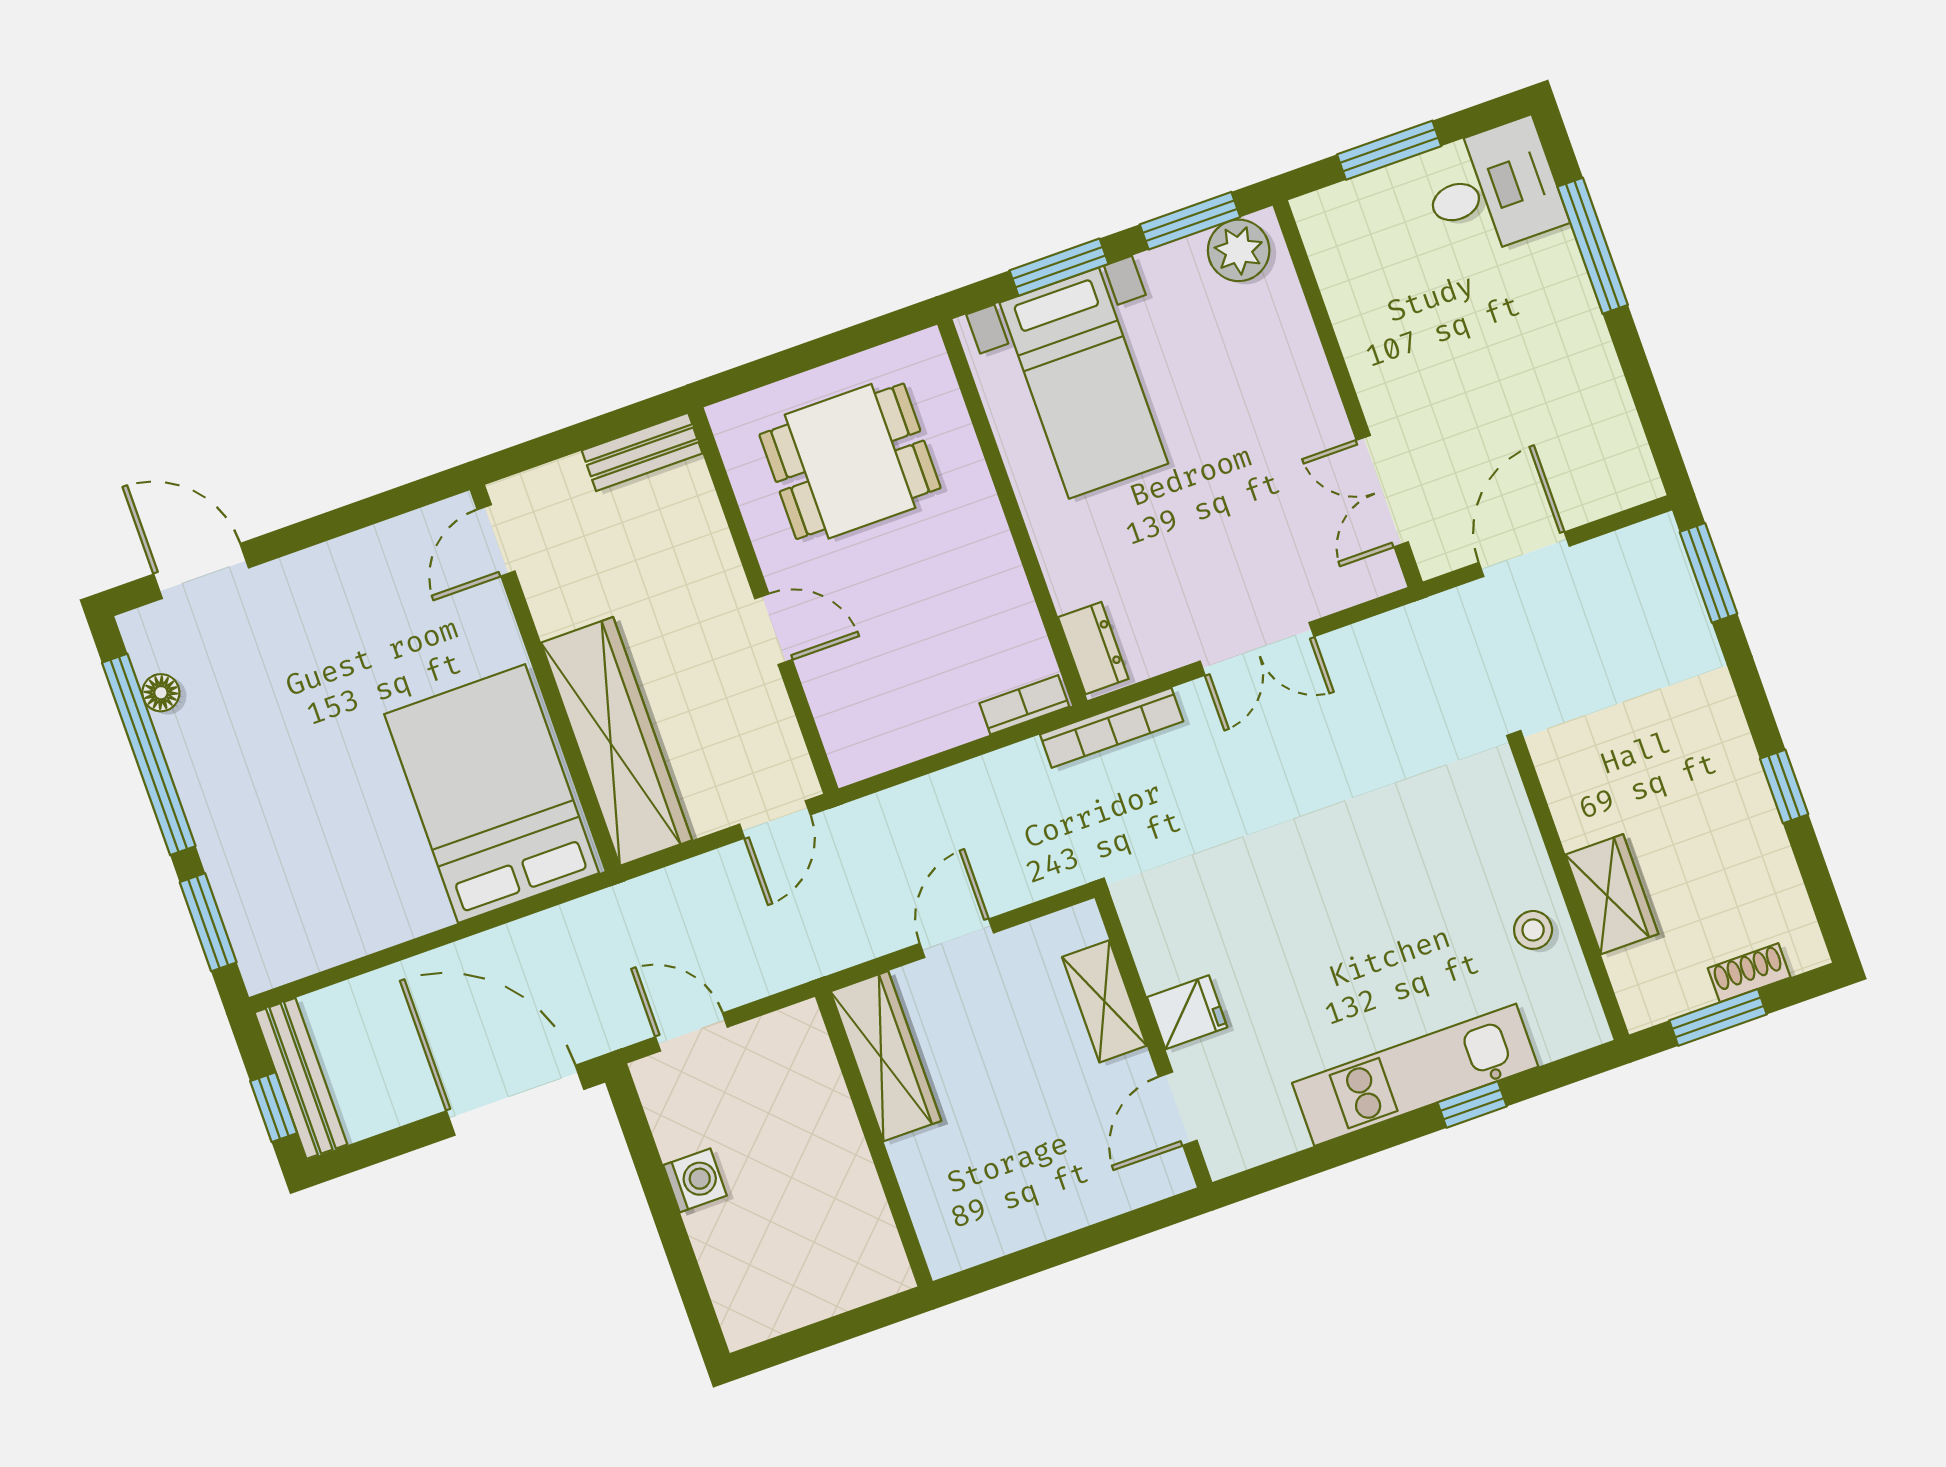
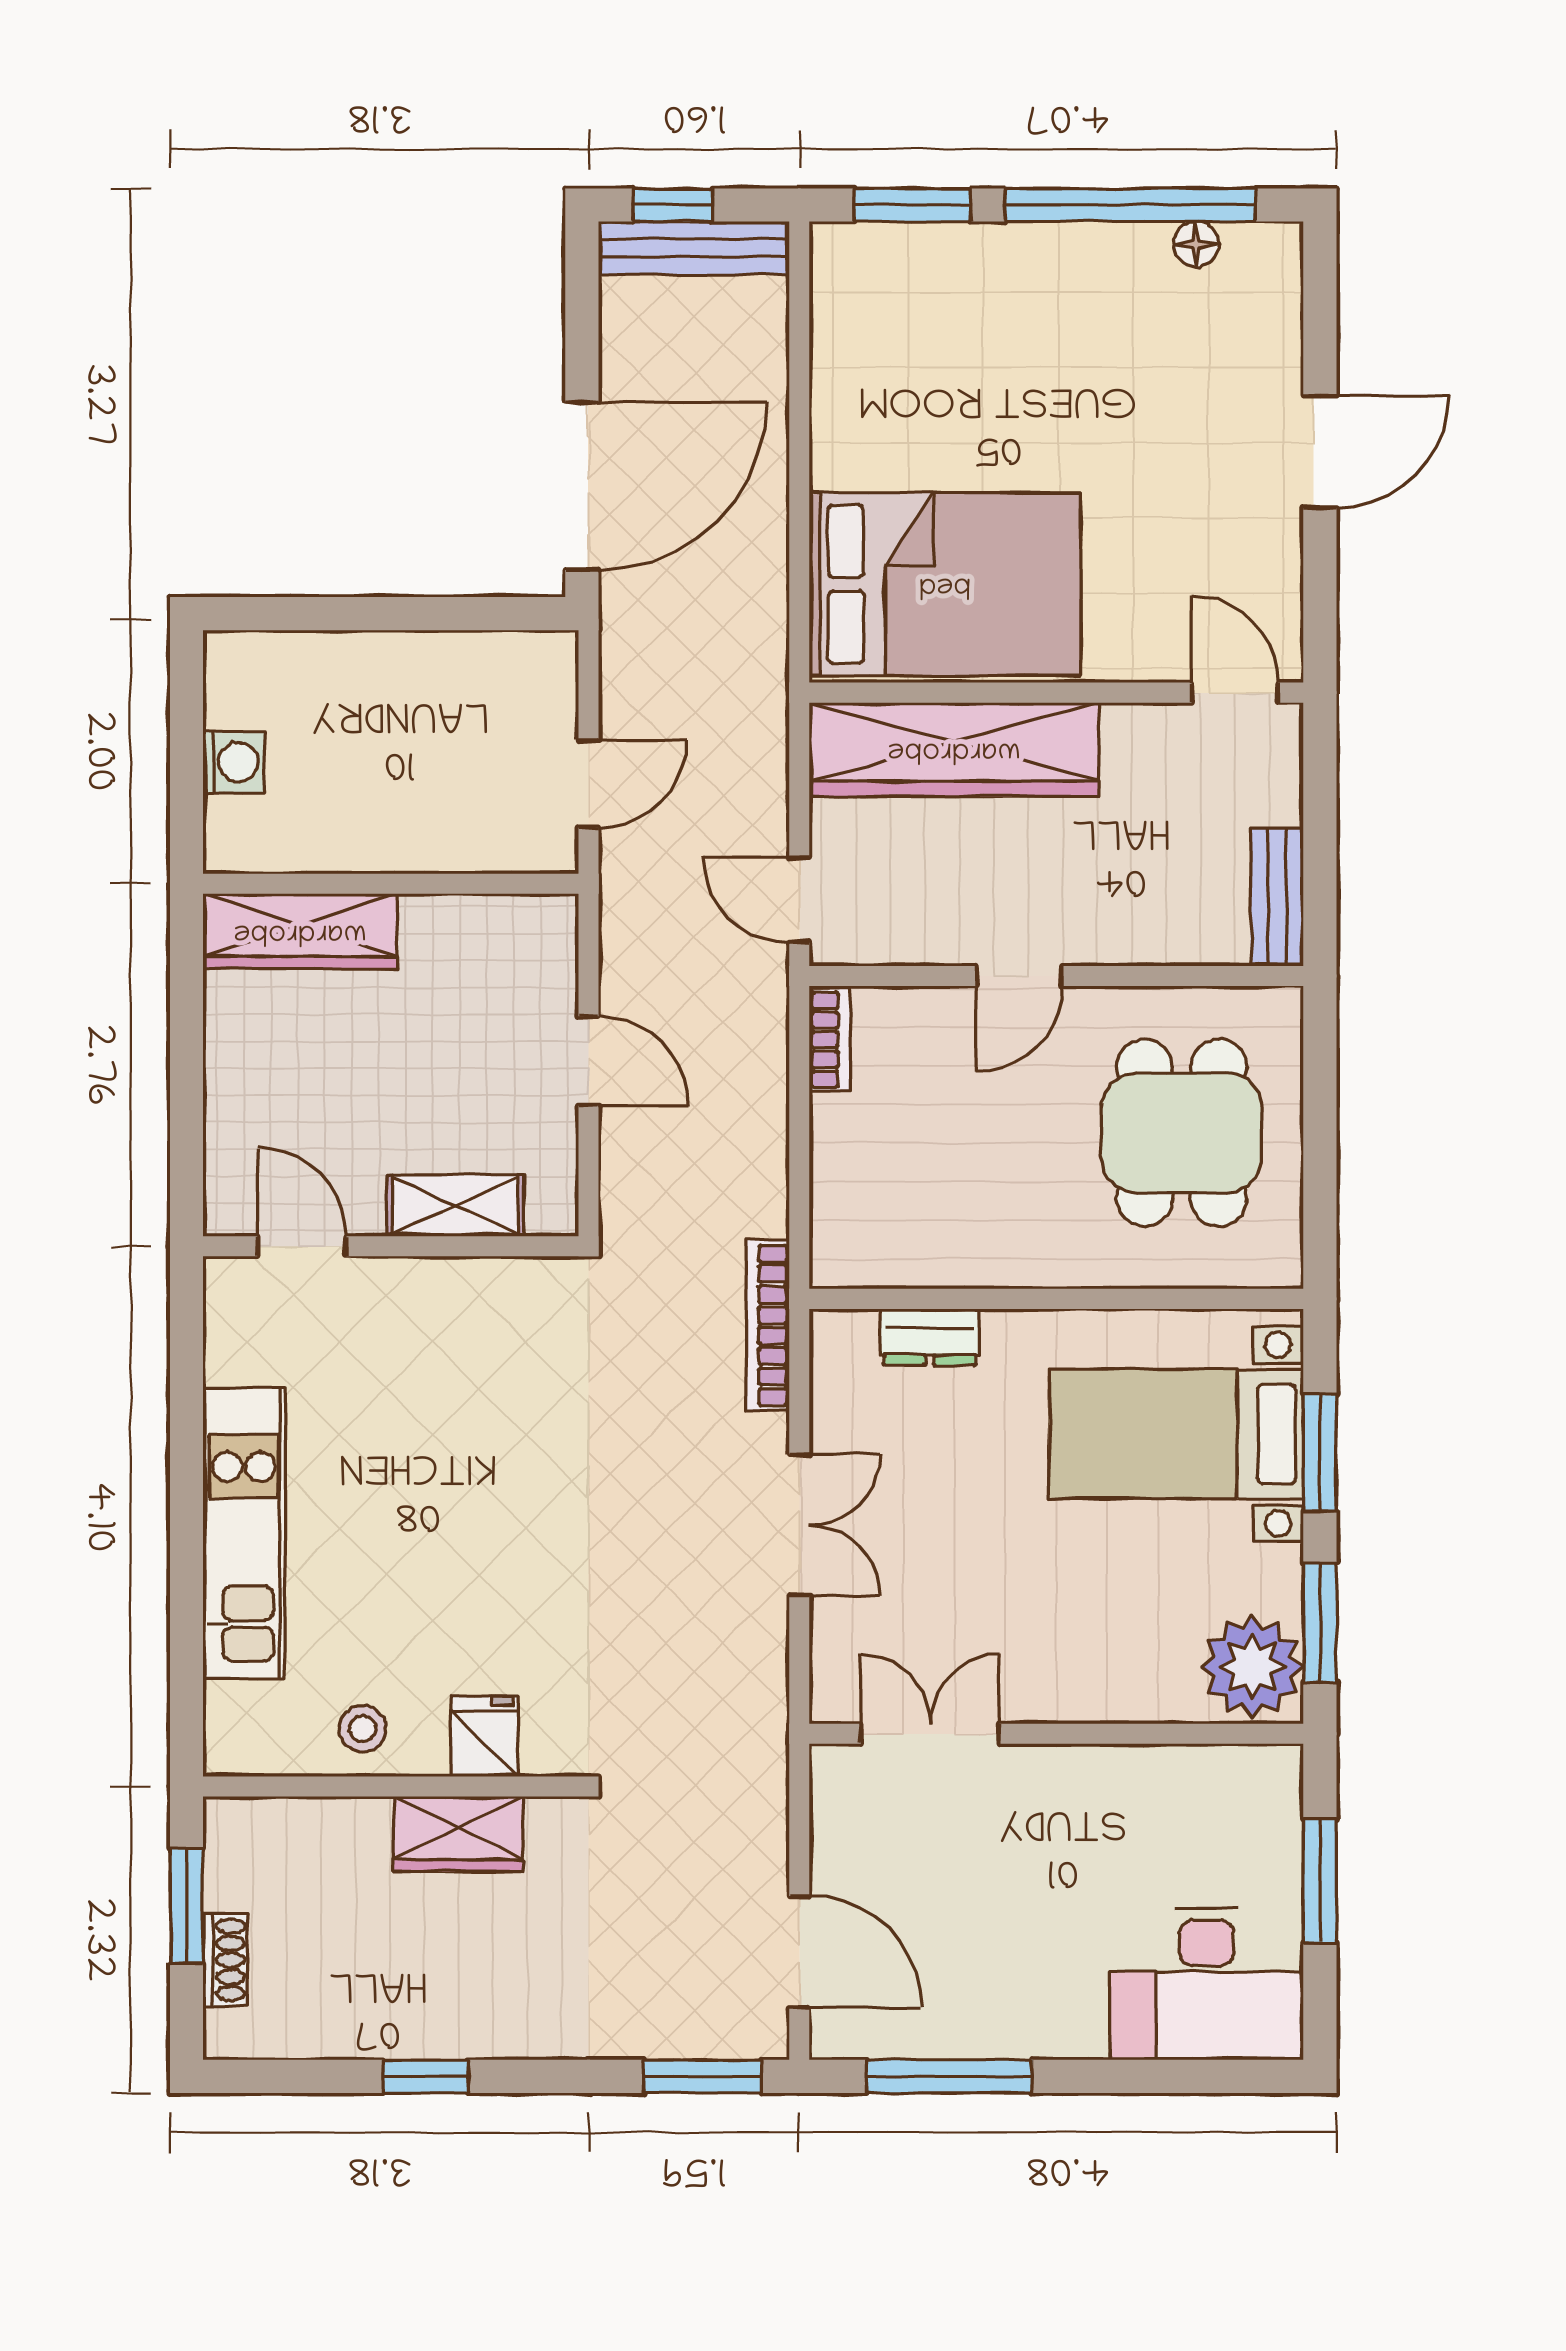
desk: (1492, 189) -> (1207, 1984), width x1.37
window: (1593, 246) -> (949, 2076), moved
plant: (1239, 250) -> (1252, 1667), width x1.36, depth x1.36
door: (1524, 554) -> (799, 1952), moved
door: (201, 571) -> (1320, 452), moved
dresser: (1093, 648) -> (930, 1337), moved
double door: (1257, 649) -> (799, 1525), swing flipped
bookcase: (1024, 705) -> (830, 1040), moved
wardrobe: (1612, 894) -> (458, 1834), moved
fridge: (1187, 1012) -> (485, 1736), moved, turned 180
door: (691, 1032) -> (588, 784), moved
wardrobe: (886, 1056) -> (300, 931), moved
window: (1472, 1104) -> (187, 1587), removed
washing machine: (695, 1180) -> (234, 762), moved, turned -90

